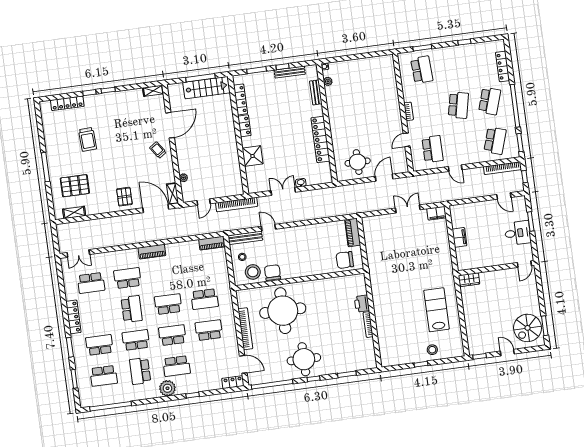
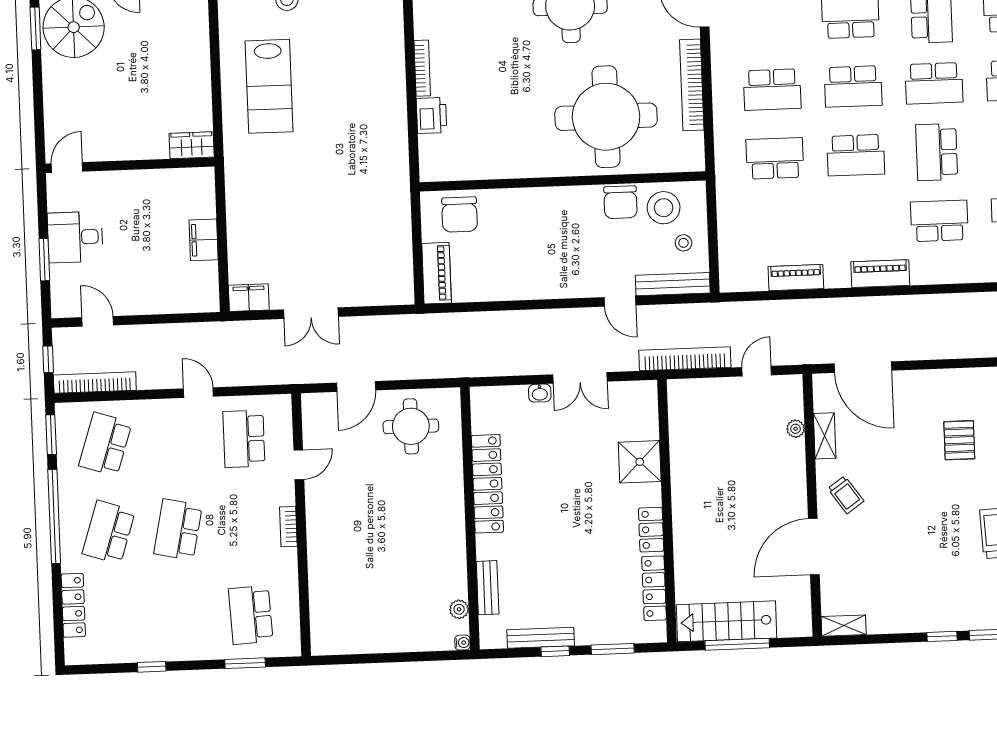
shelving: (172, 194) -> (825, 436), moved
pallet: (124, 197) -> (959, 440), moved
piano: (212, 243) -> (796, 278), moved
chair: (345, 260) -> (460, 215), turned 90
school desk: (127, 278) -> (939, 221), turned 180

